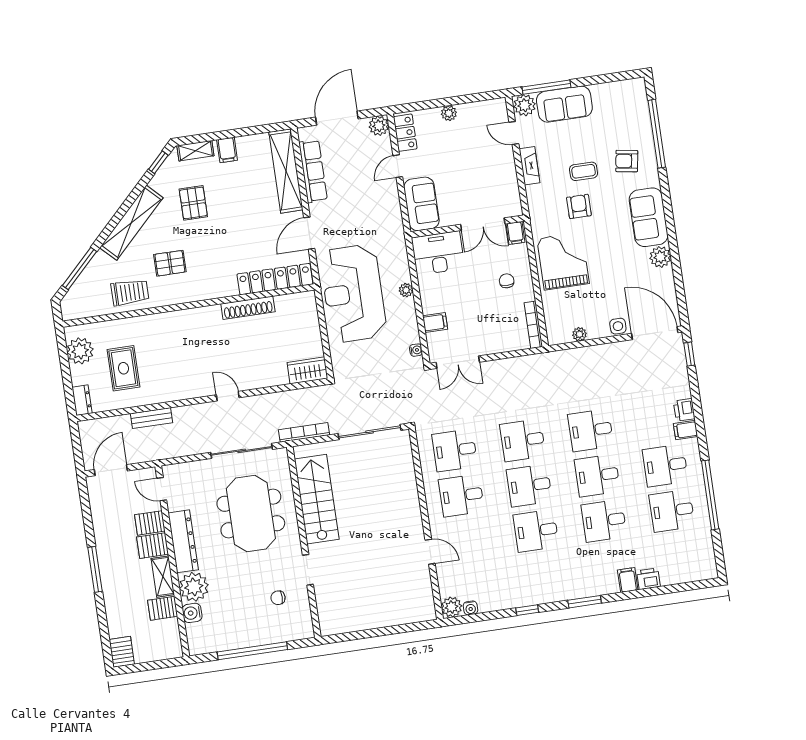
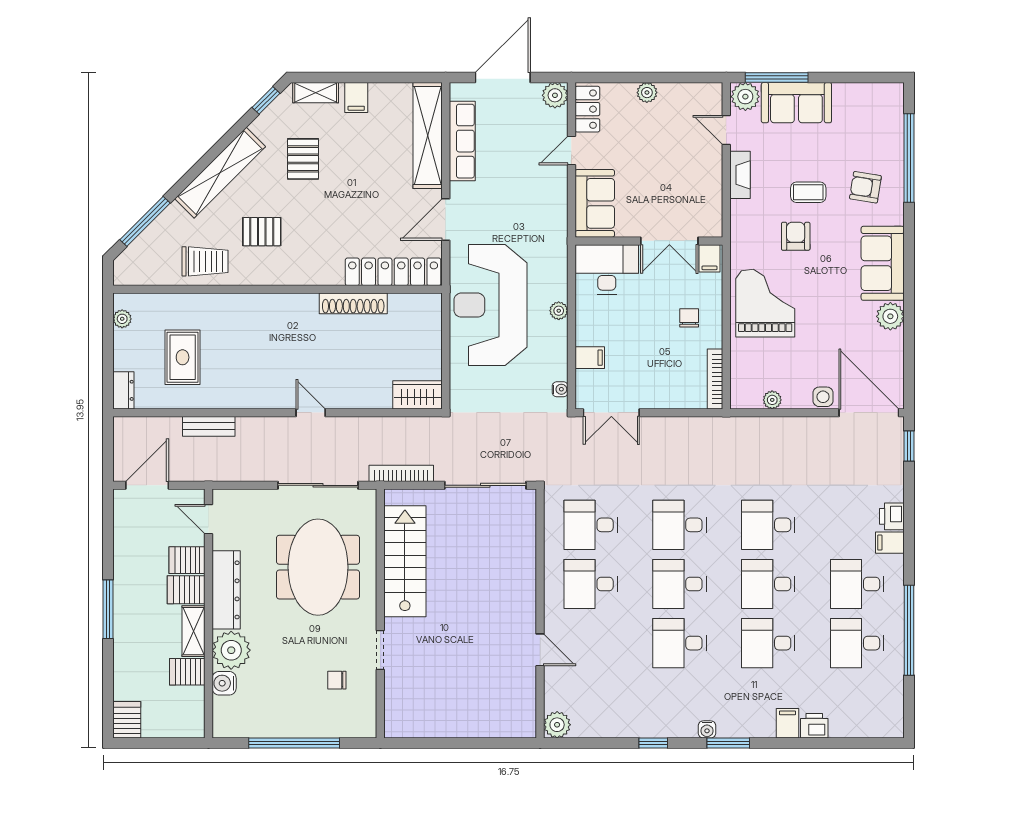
plant: (80, 351) -> (122, 319), width x0.53, depth x0.53
water cooler: (471, 608) -> (707, 729), moved

